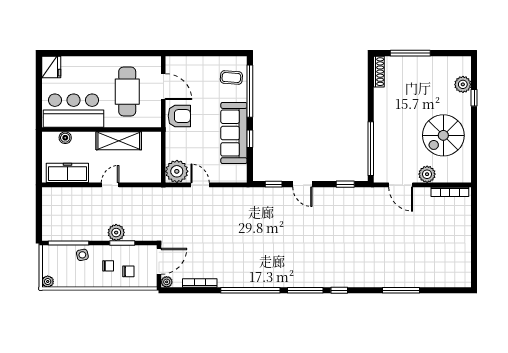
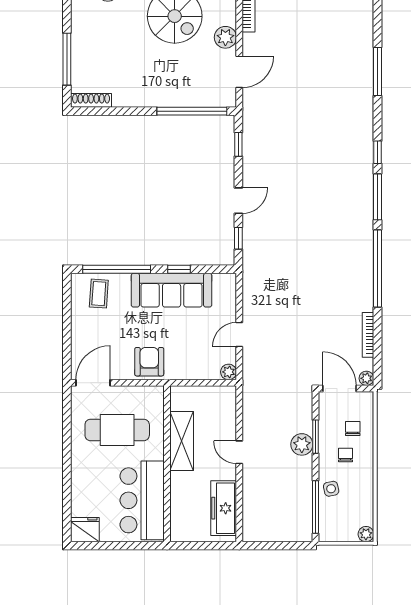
door: (163, 87) -> (93, 383), moved
boiler: (65, 138) -> (178, 511), removed
plant: (177, 171) -> (229, 372), width x0.53, depth x0.53

